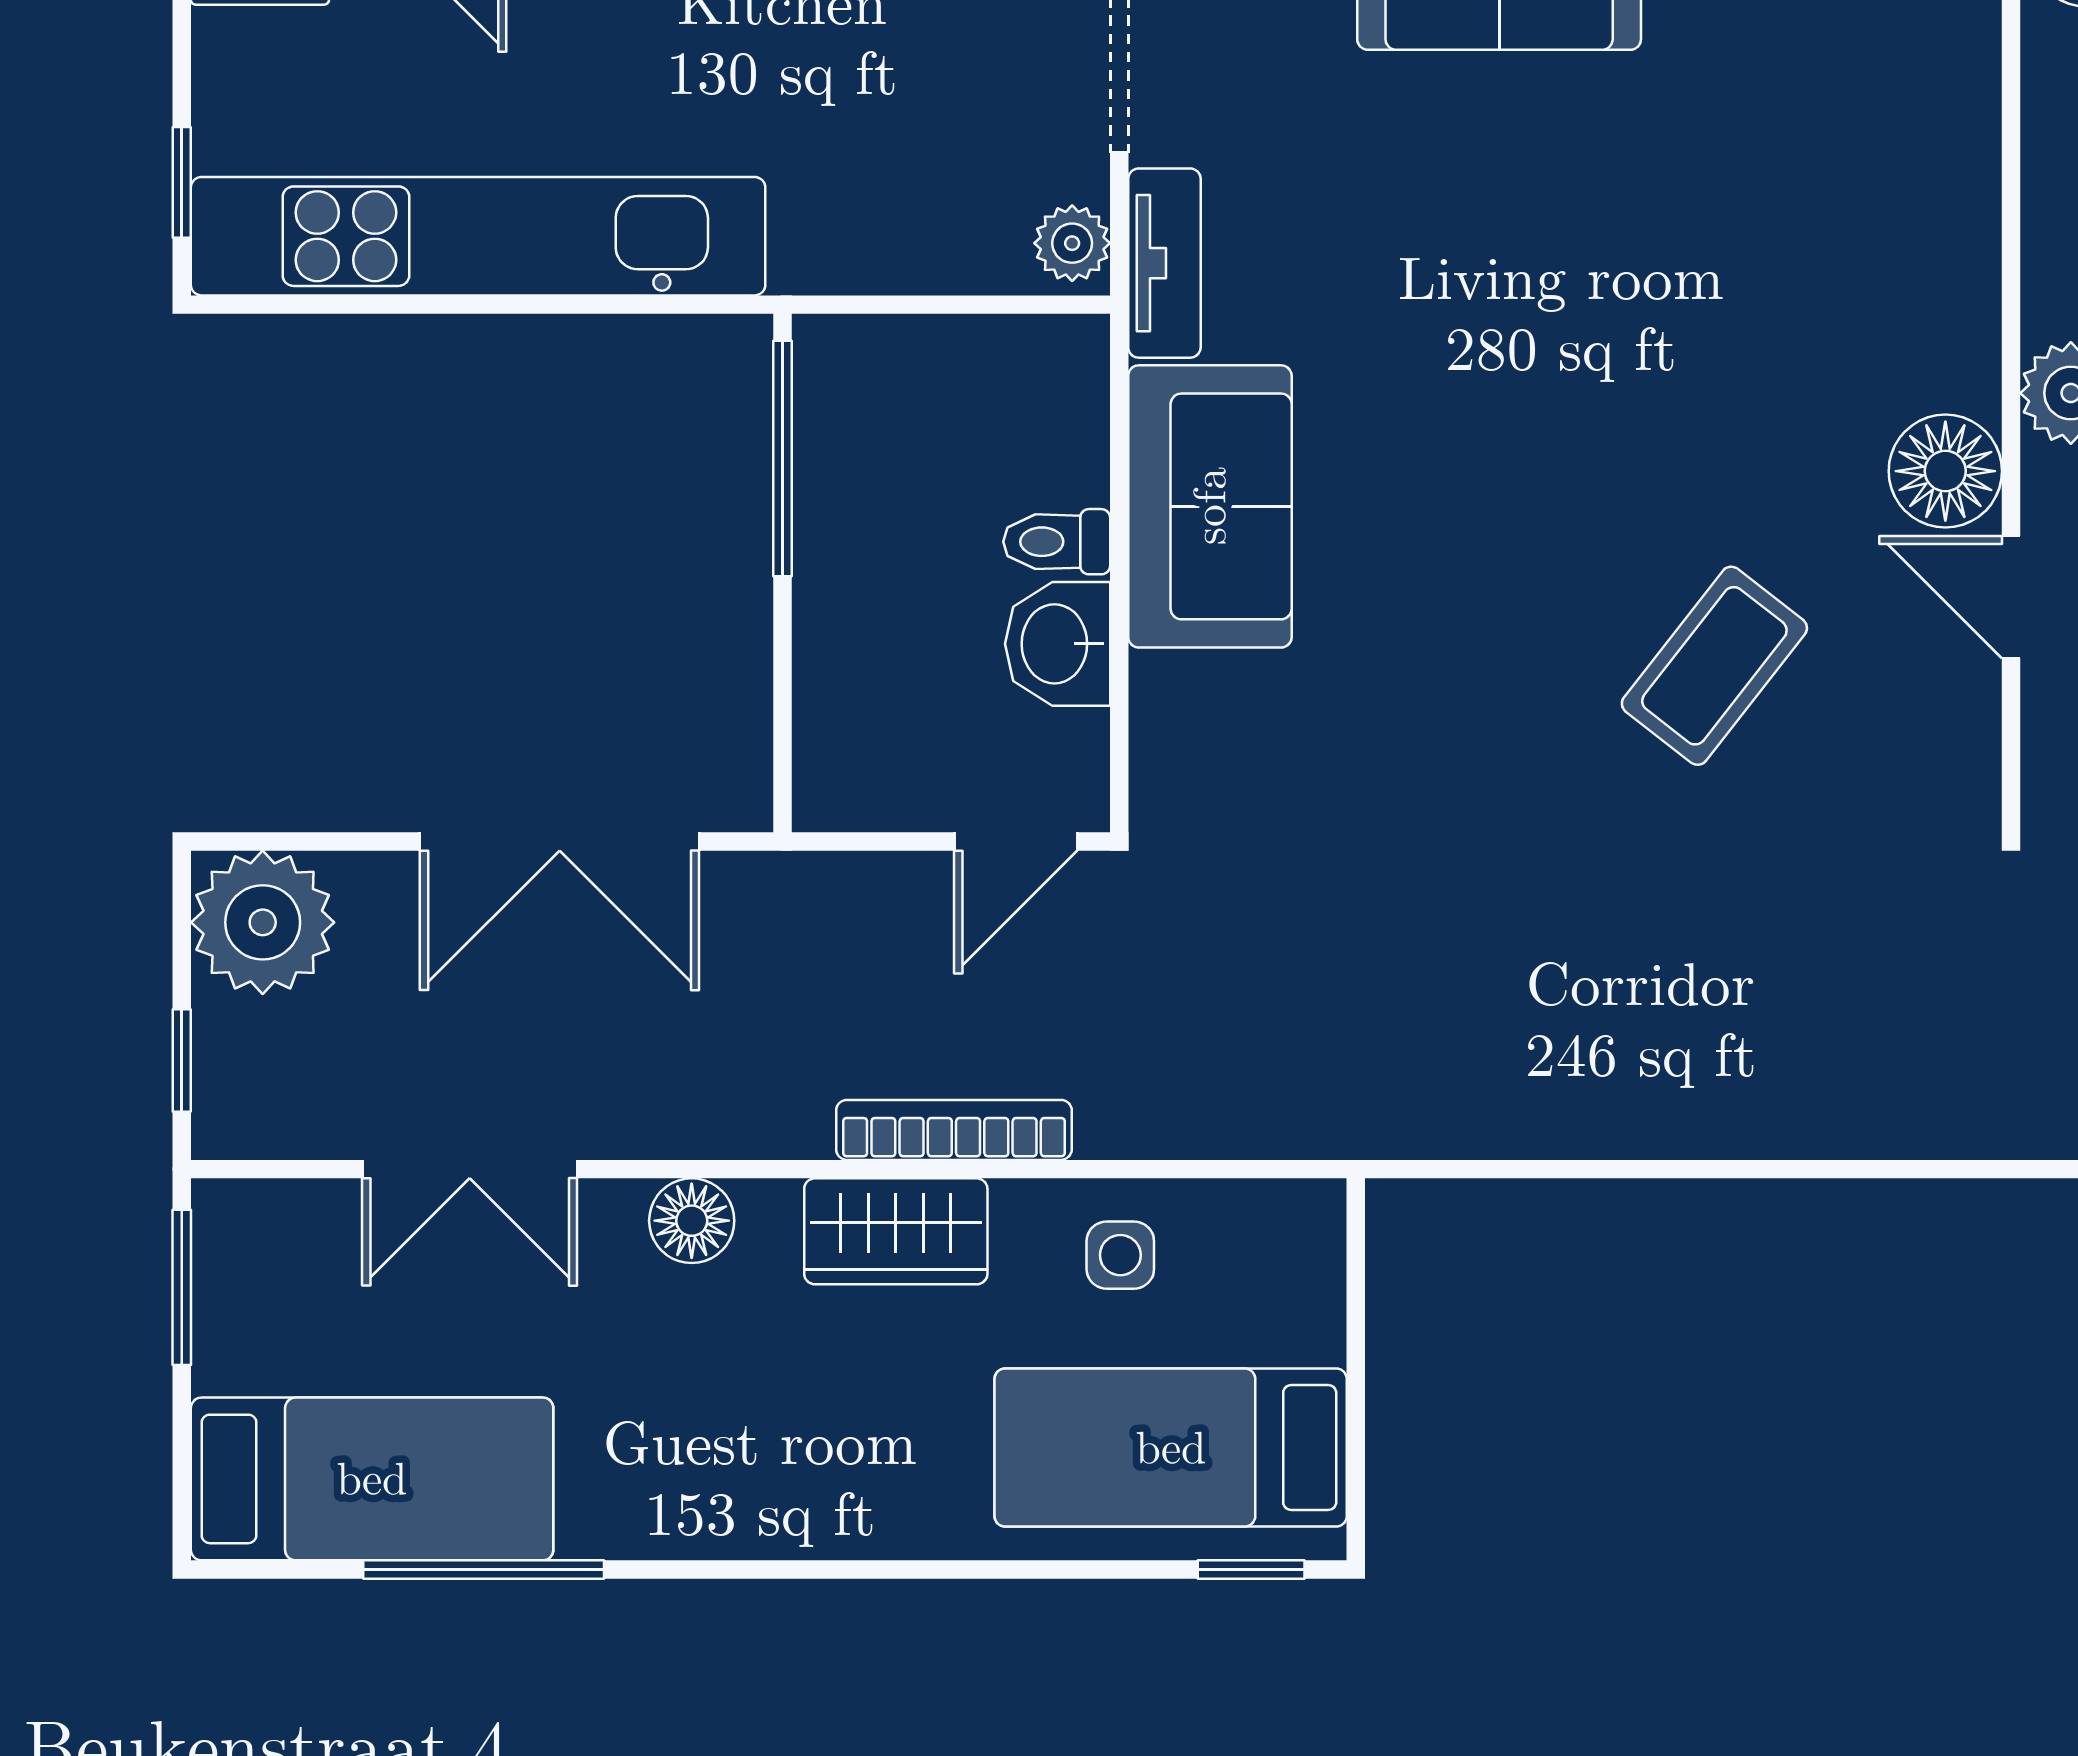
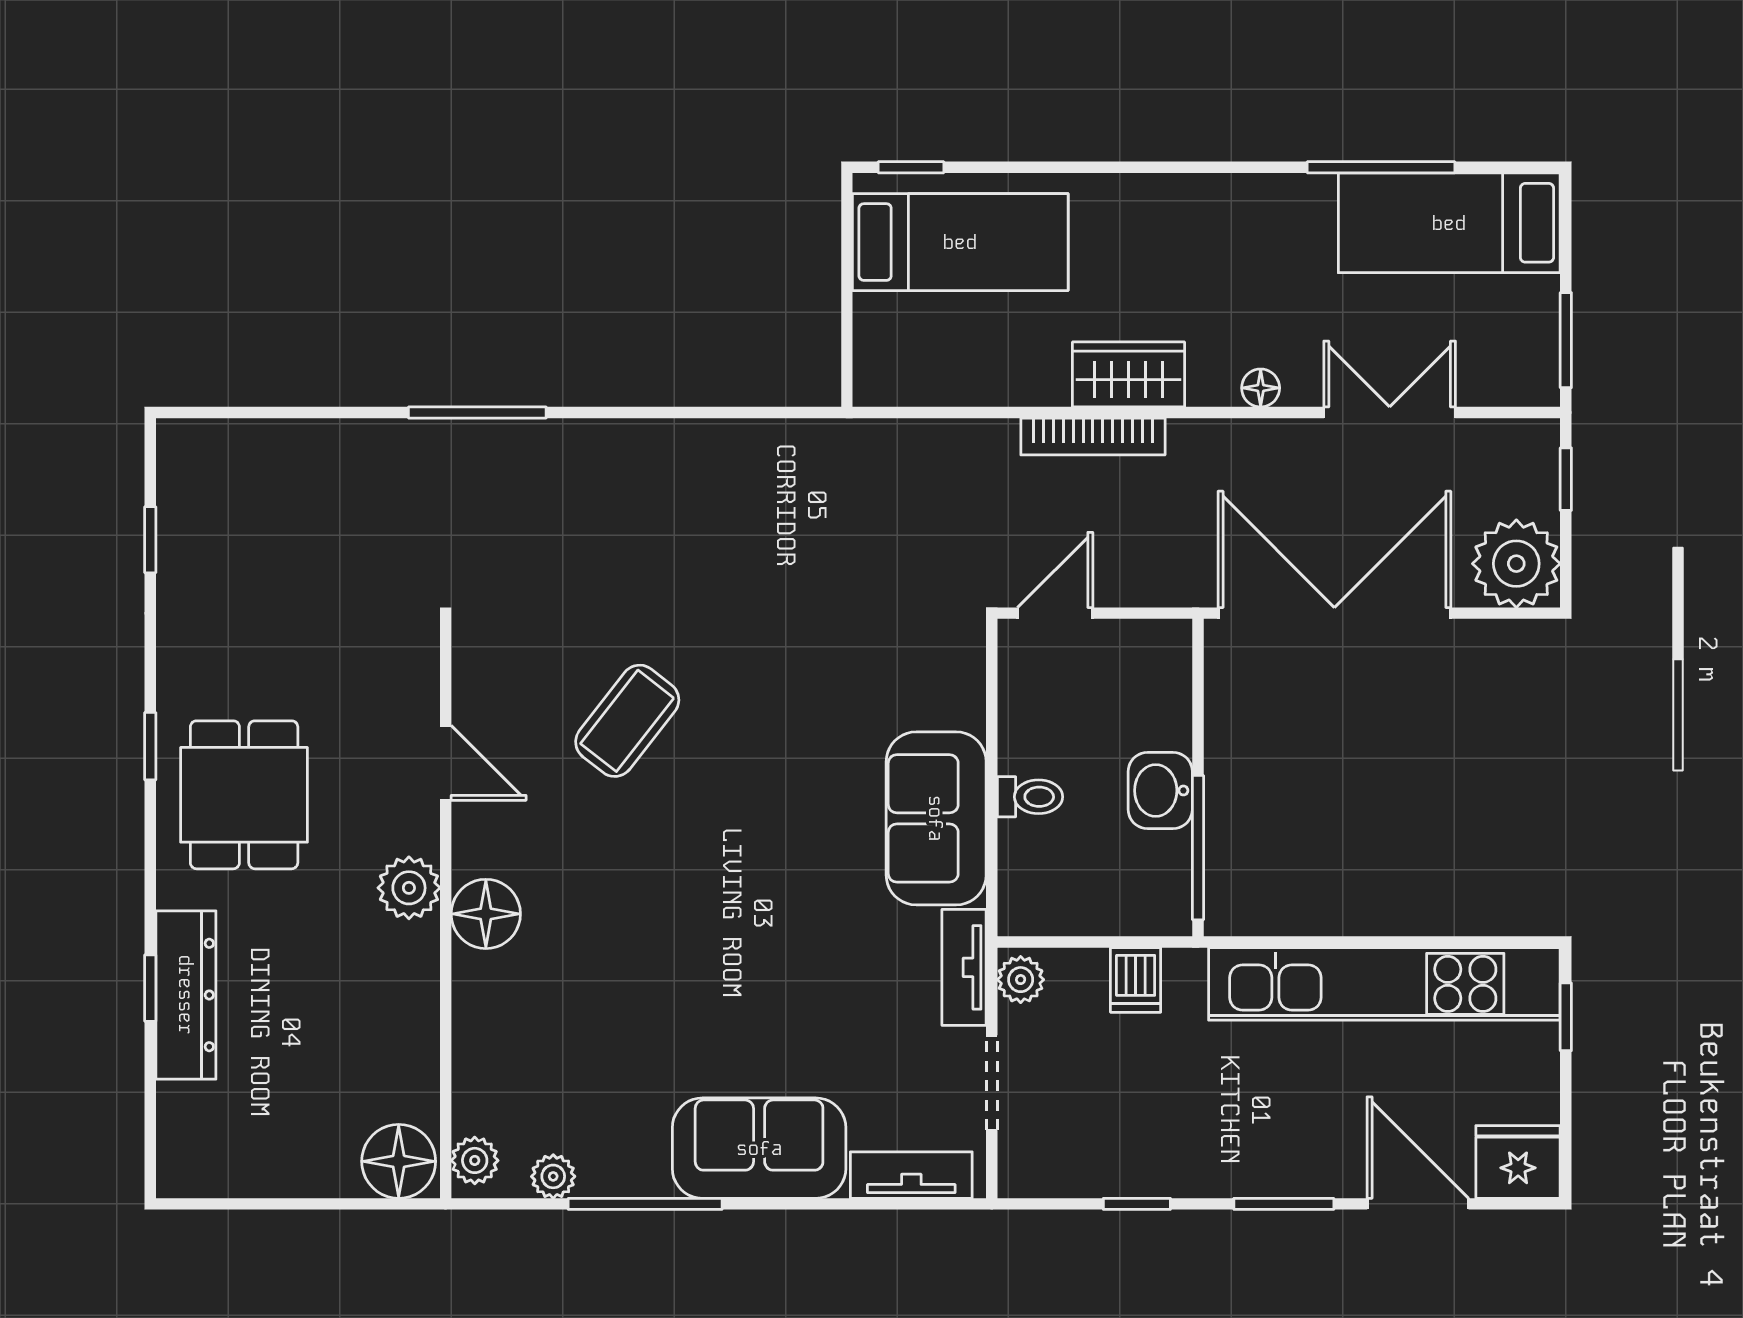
dishwasher: (884, 243) -> (1136, 980), added
floor lamp: (1945, 471) -> (486, 914), moved
washbasin: (1058, 644) -> (1160, 790), moved, turned 180
double door: (560, 842) -> (1334, 613), width x1.36
window: (1959, 1169) -> (477, 413), added
floor lamp: (692, 1221) -> (1261, 388), width x0.73, depth x0.73
side table: (1120, 1255) -> (991, 360), removed

